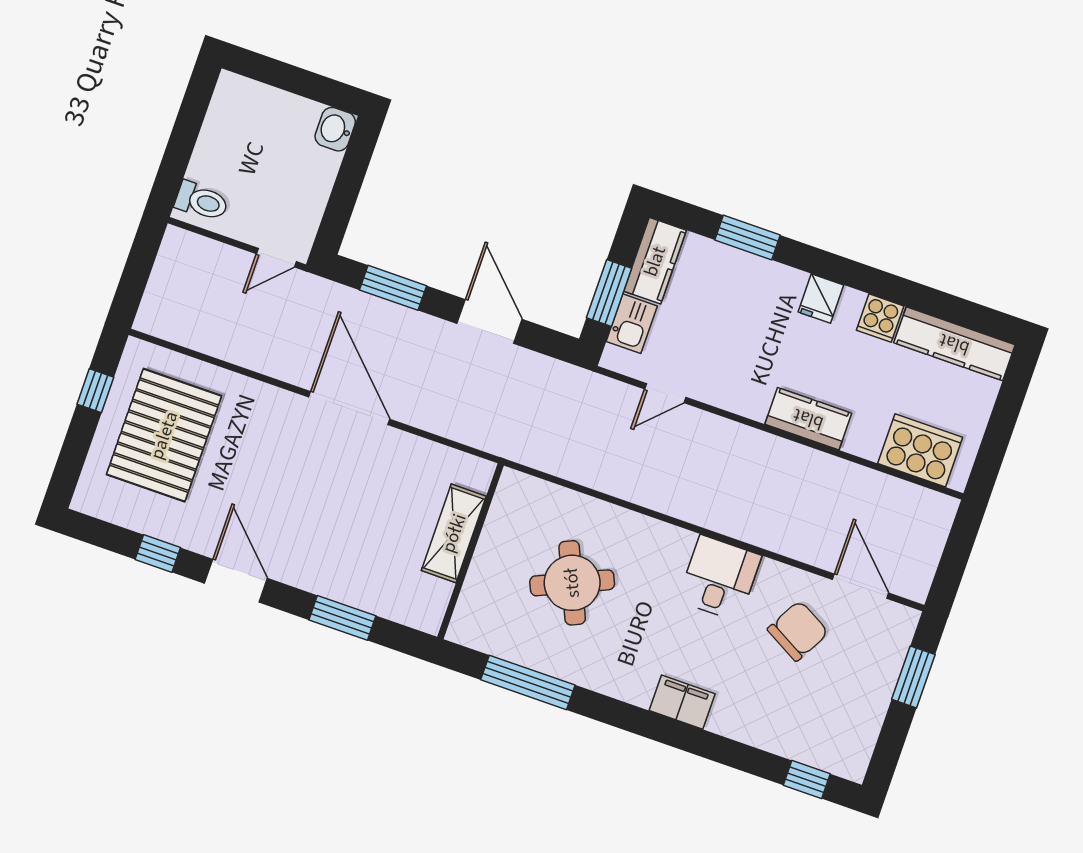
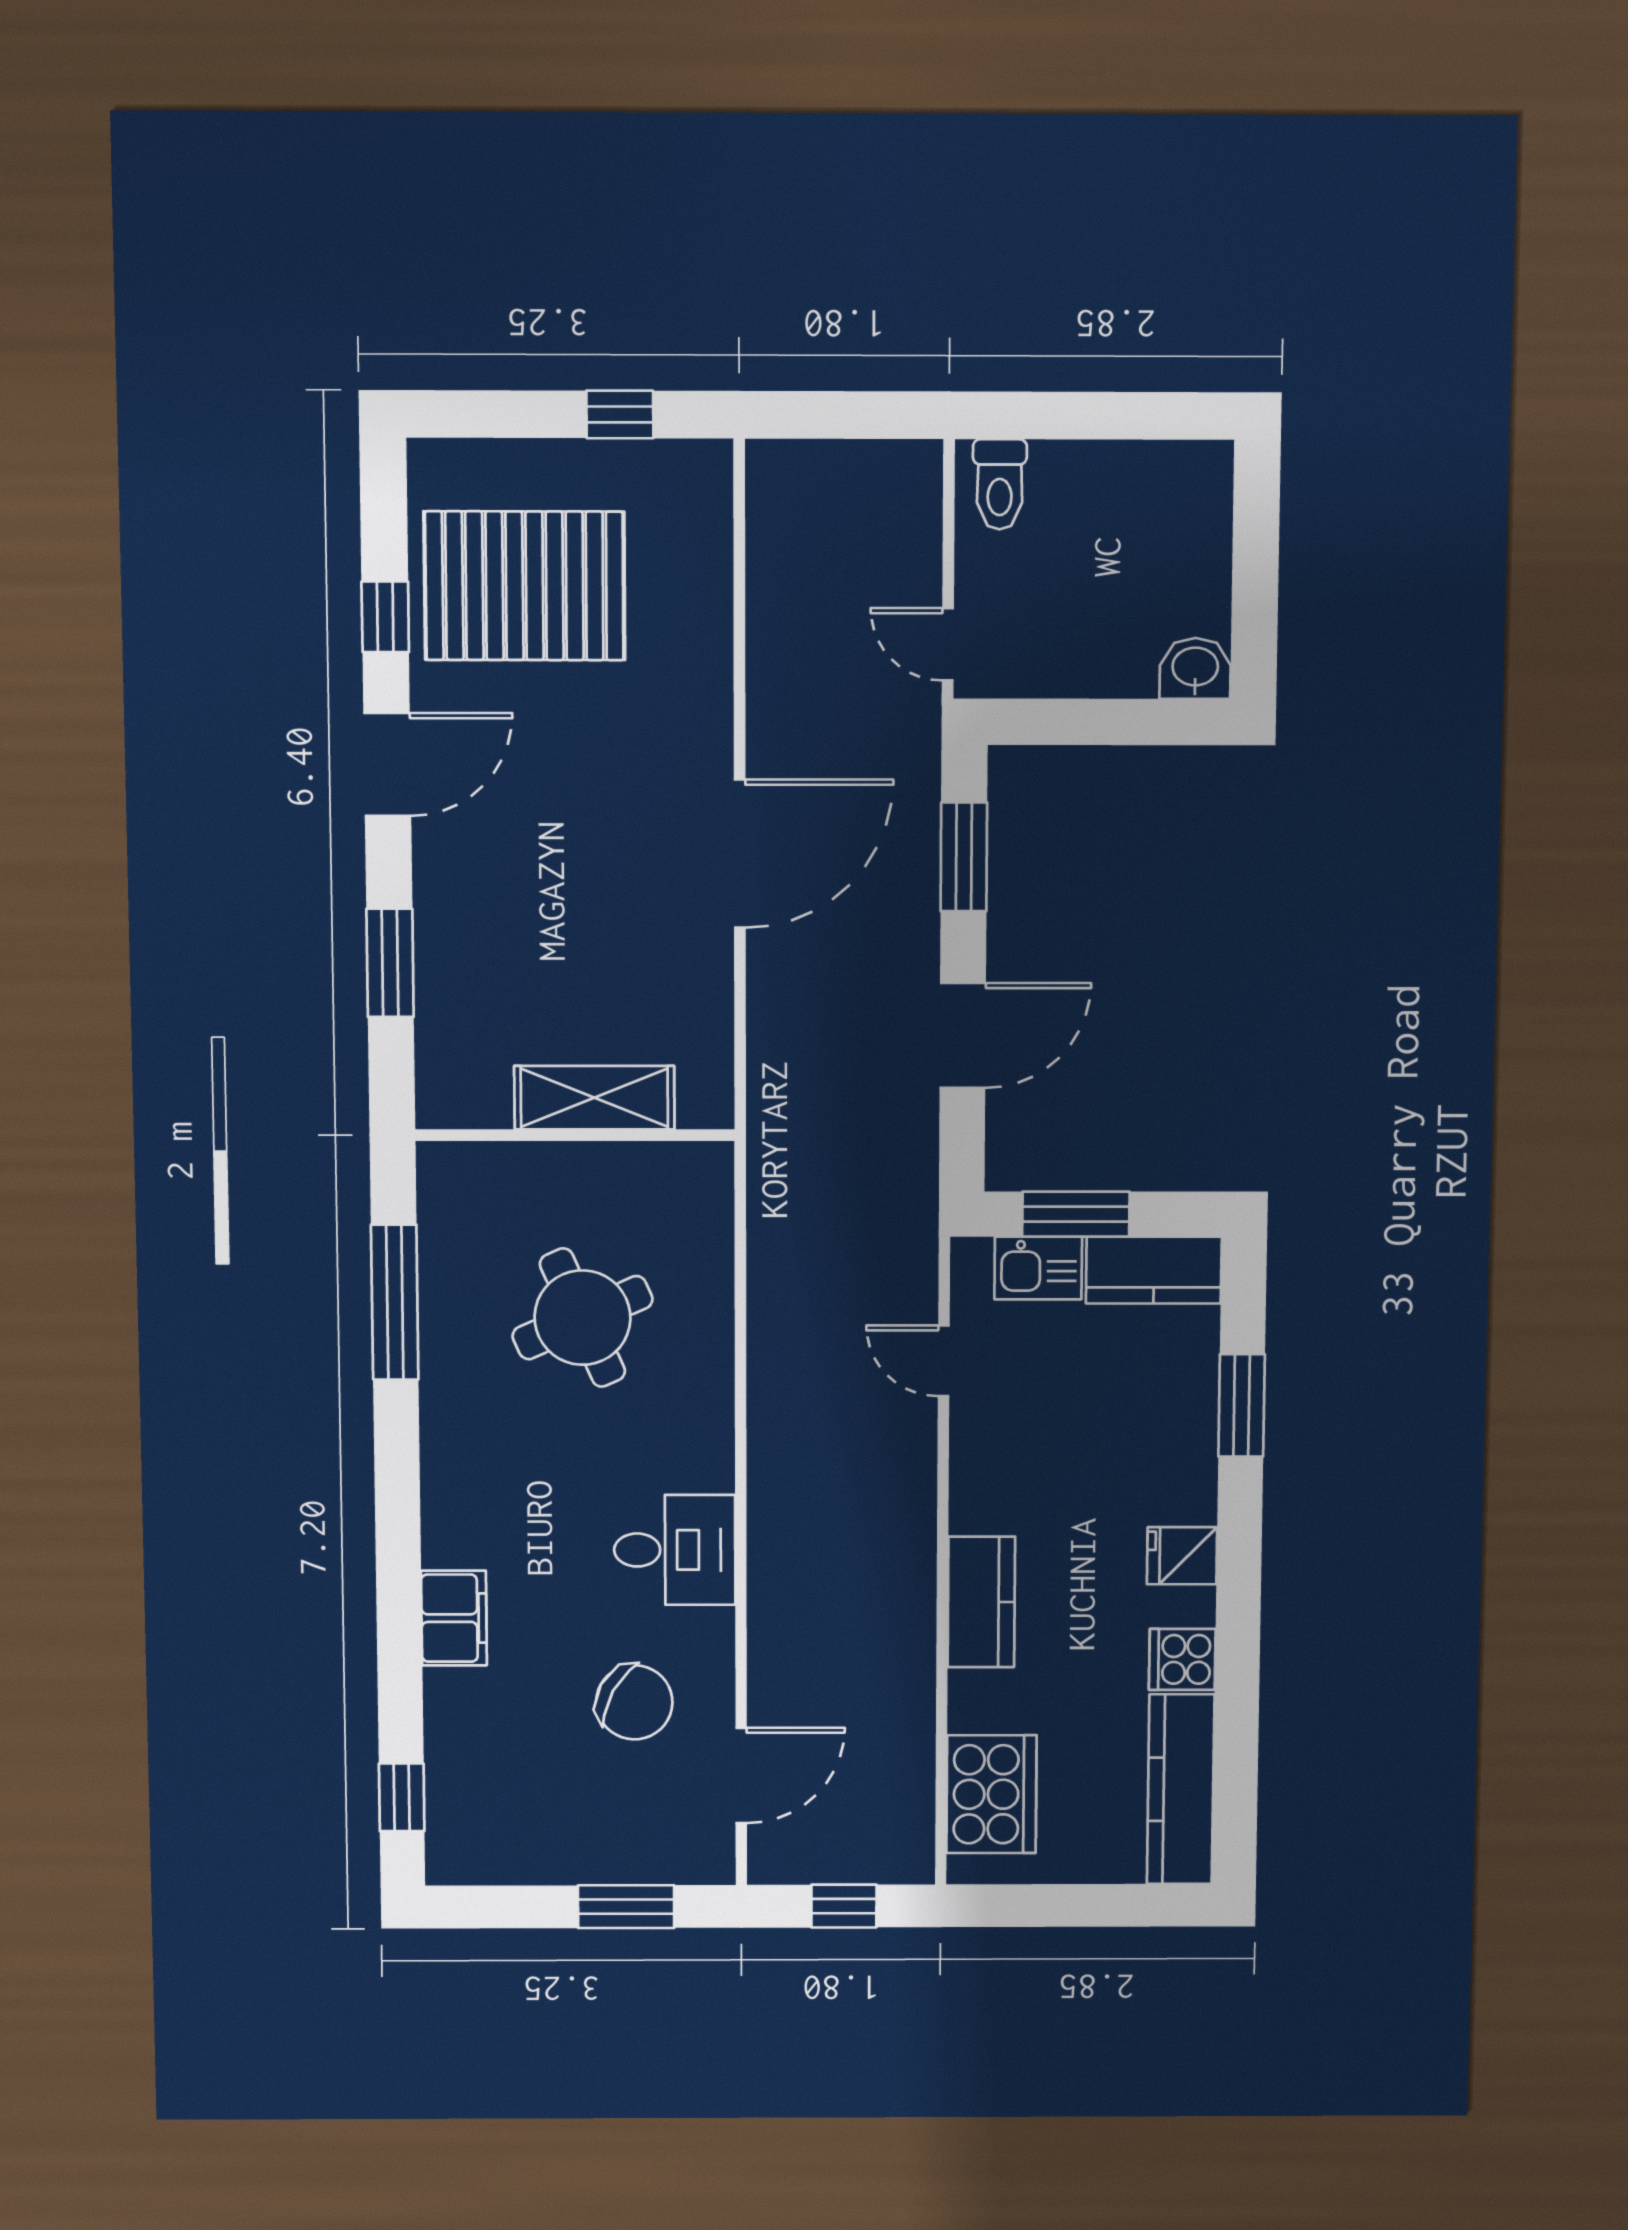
pallet: (164, 435) -> (524, 586), moved
window: (956, 555) -> (844, 1906), added
filing cabinet: (682, 702) -> (454, 1618), moved

